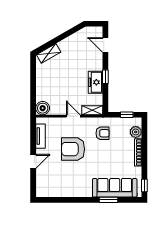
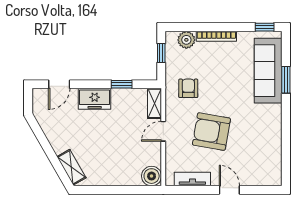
window: (105, 77) -> (122, 84), moved
freezer: (95, 82) -> (95, 99), moved
armchair: (73, 149) -> (211, 132), turned 100

